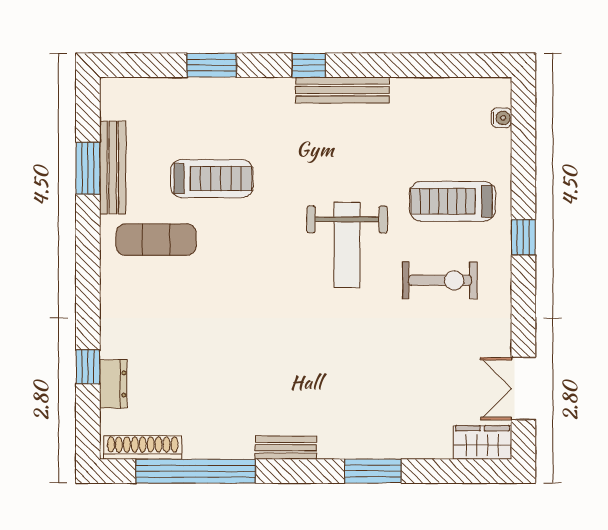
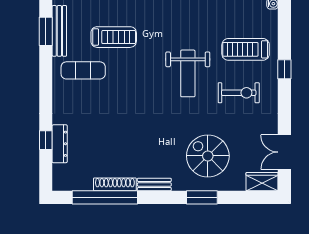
dresser: (113, 384) -> (60, 144), width x1.44
spiral stairs: (384, 396) -> (208, 156), added
shoe rack: (143, 447) -> (115, 184), moved

